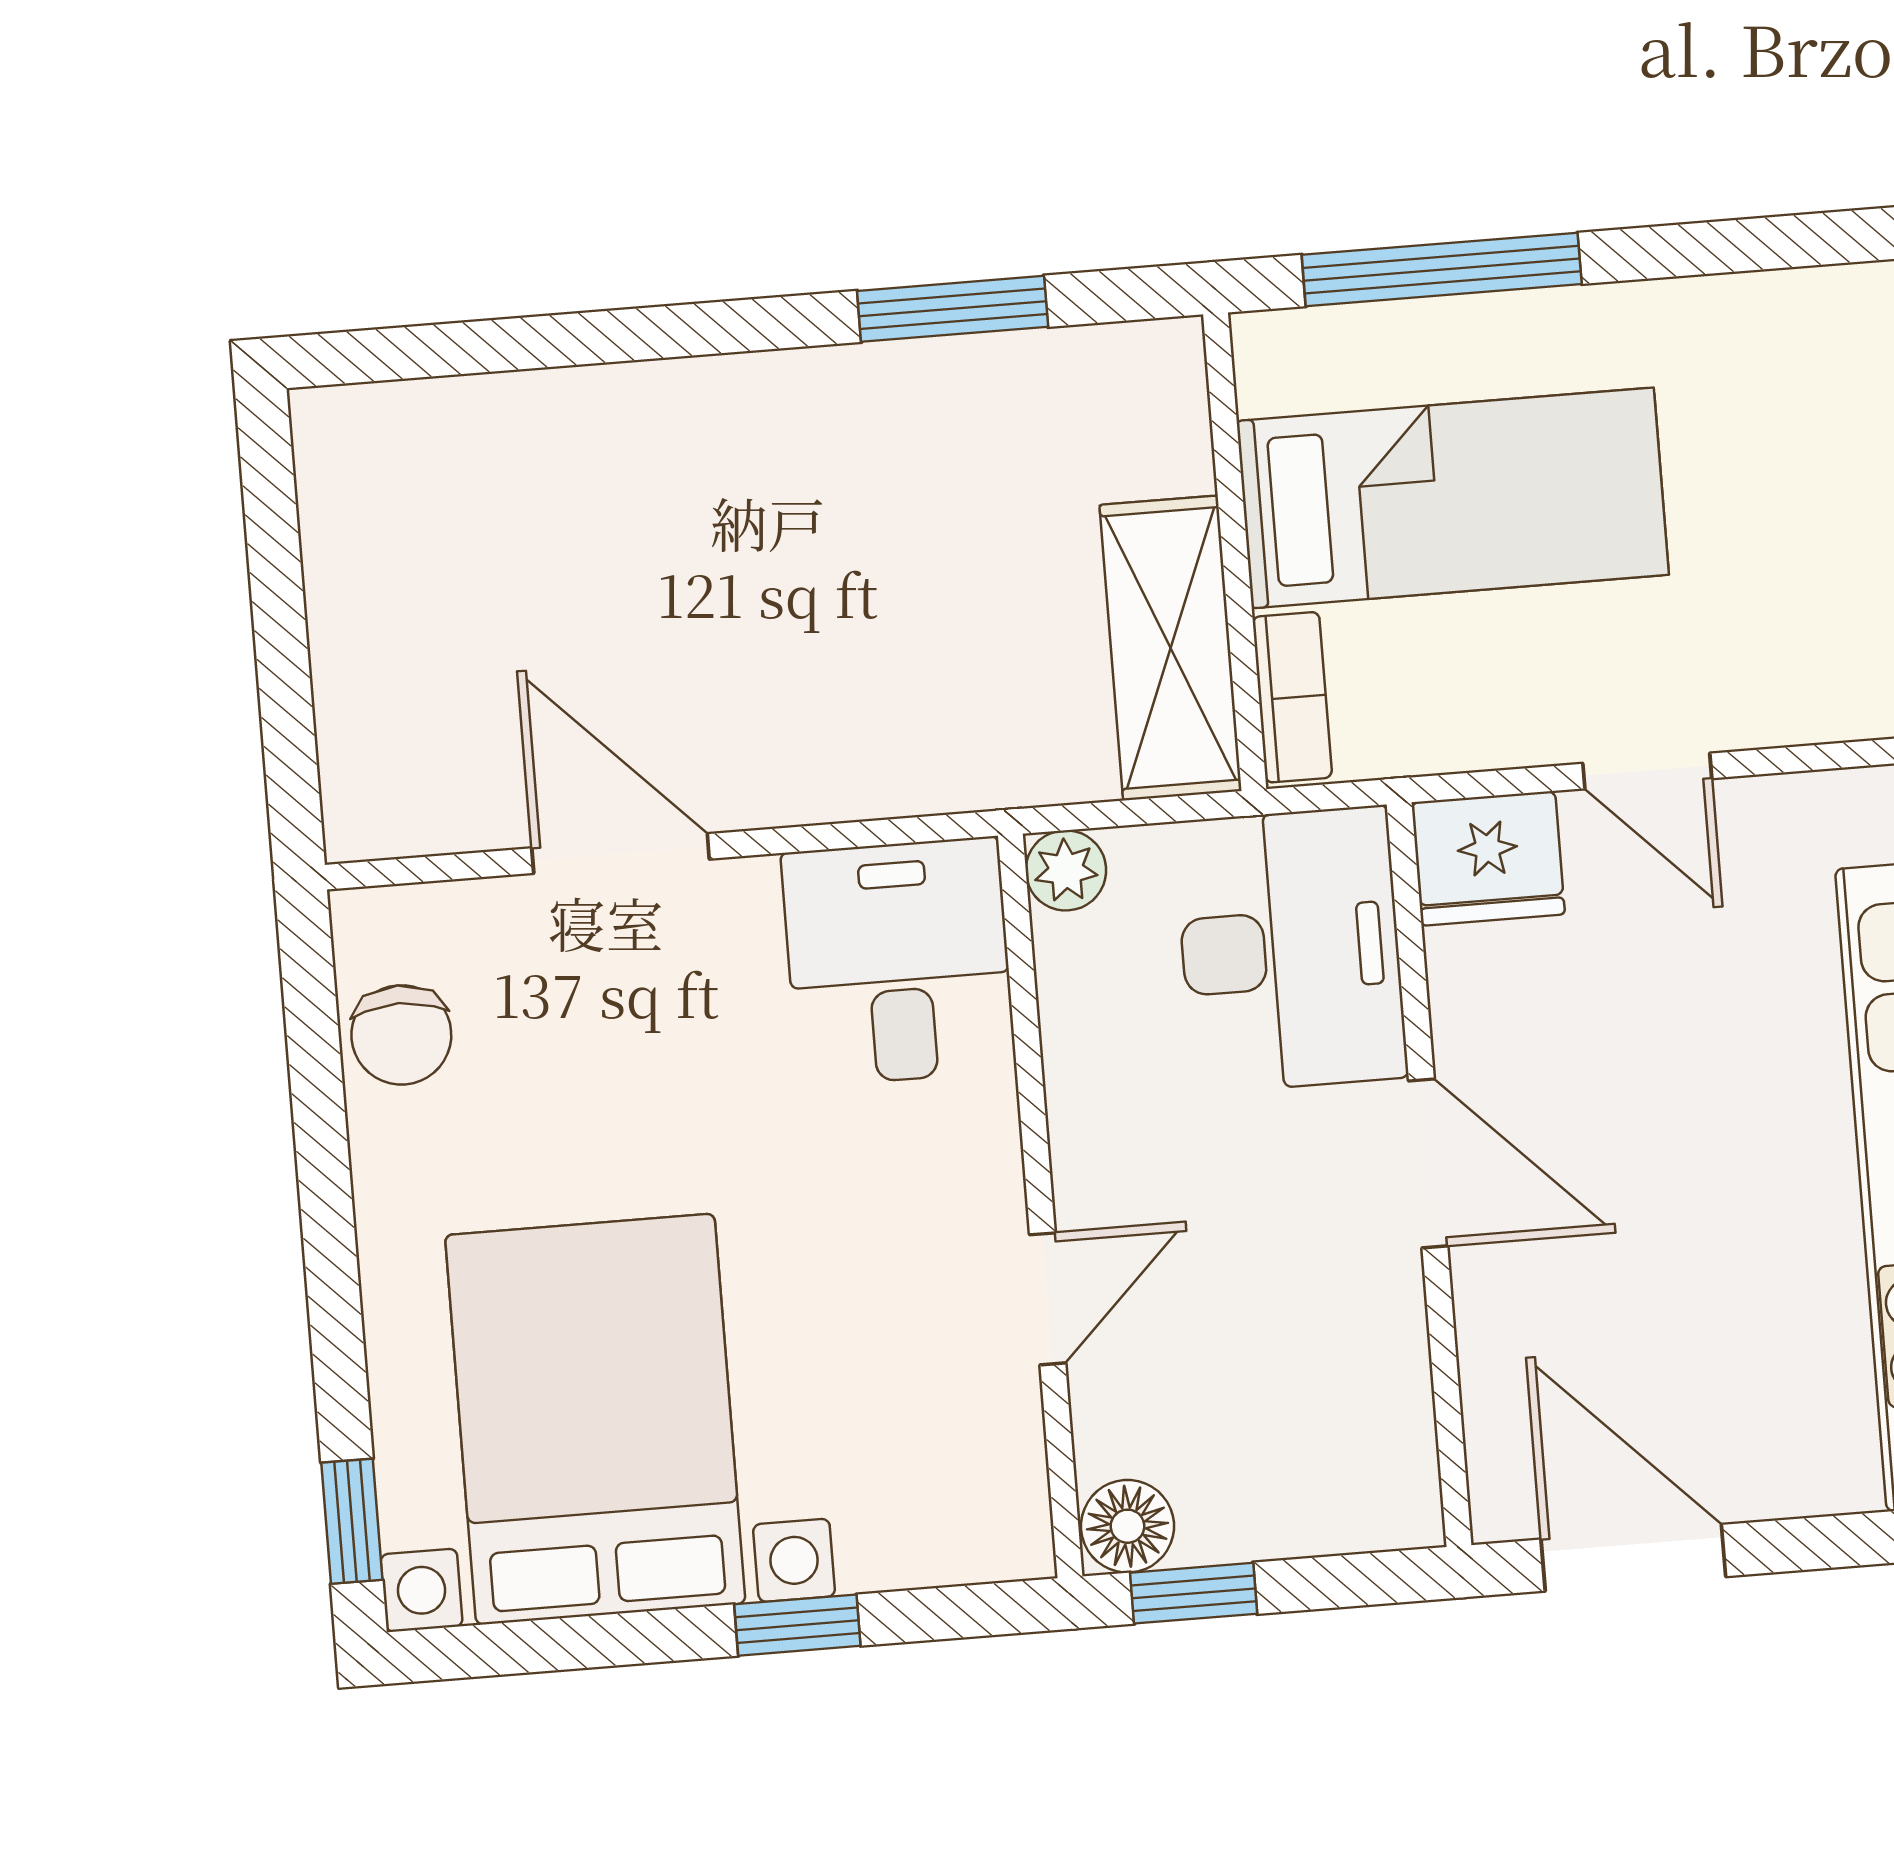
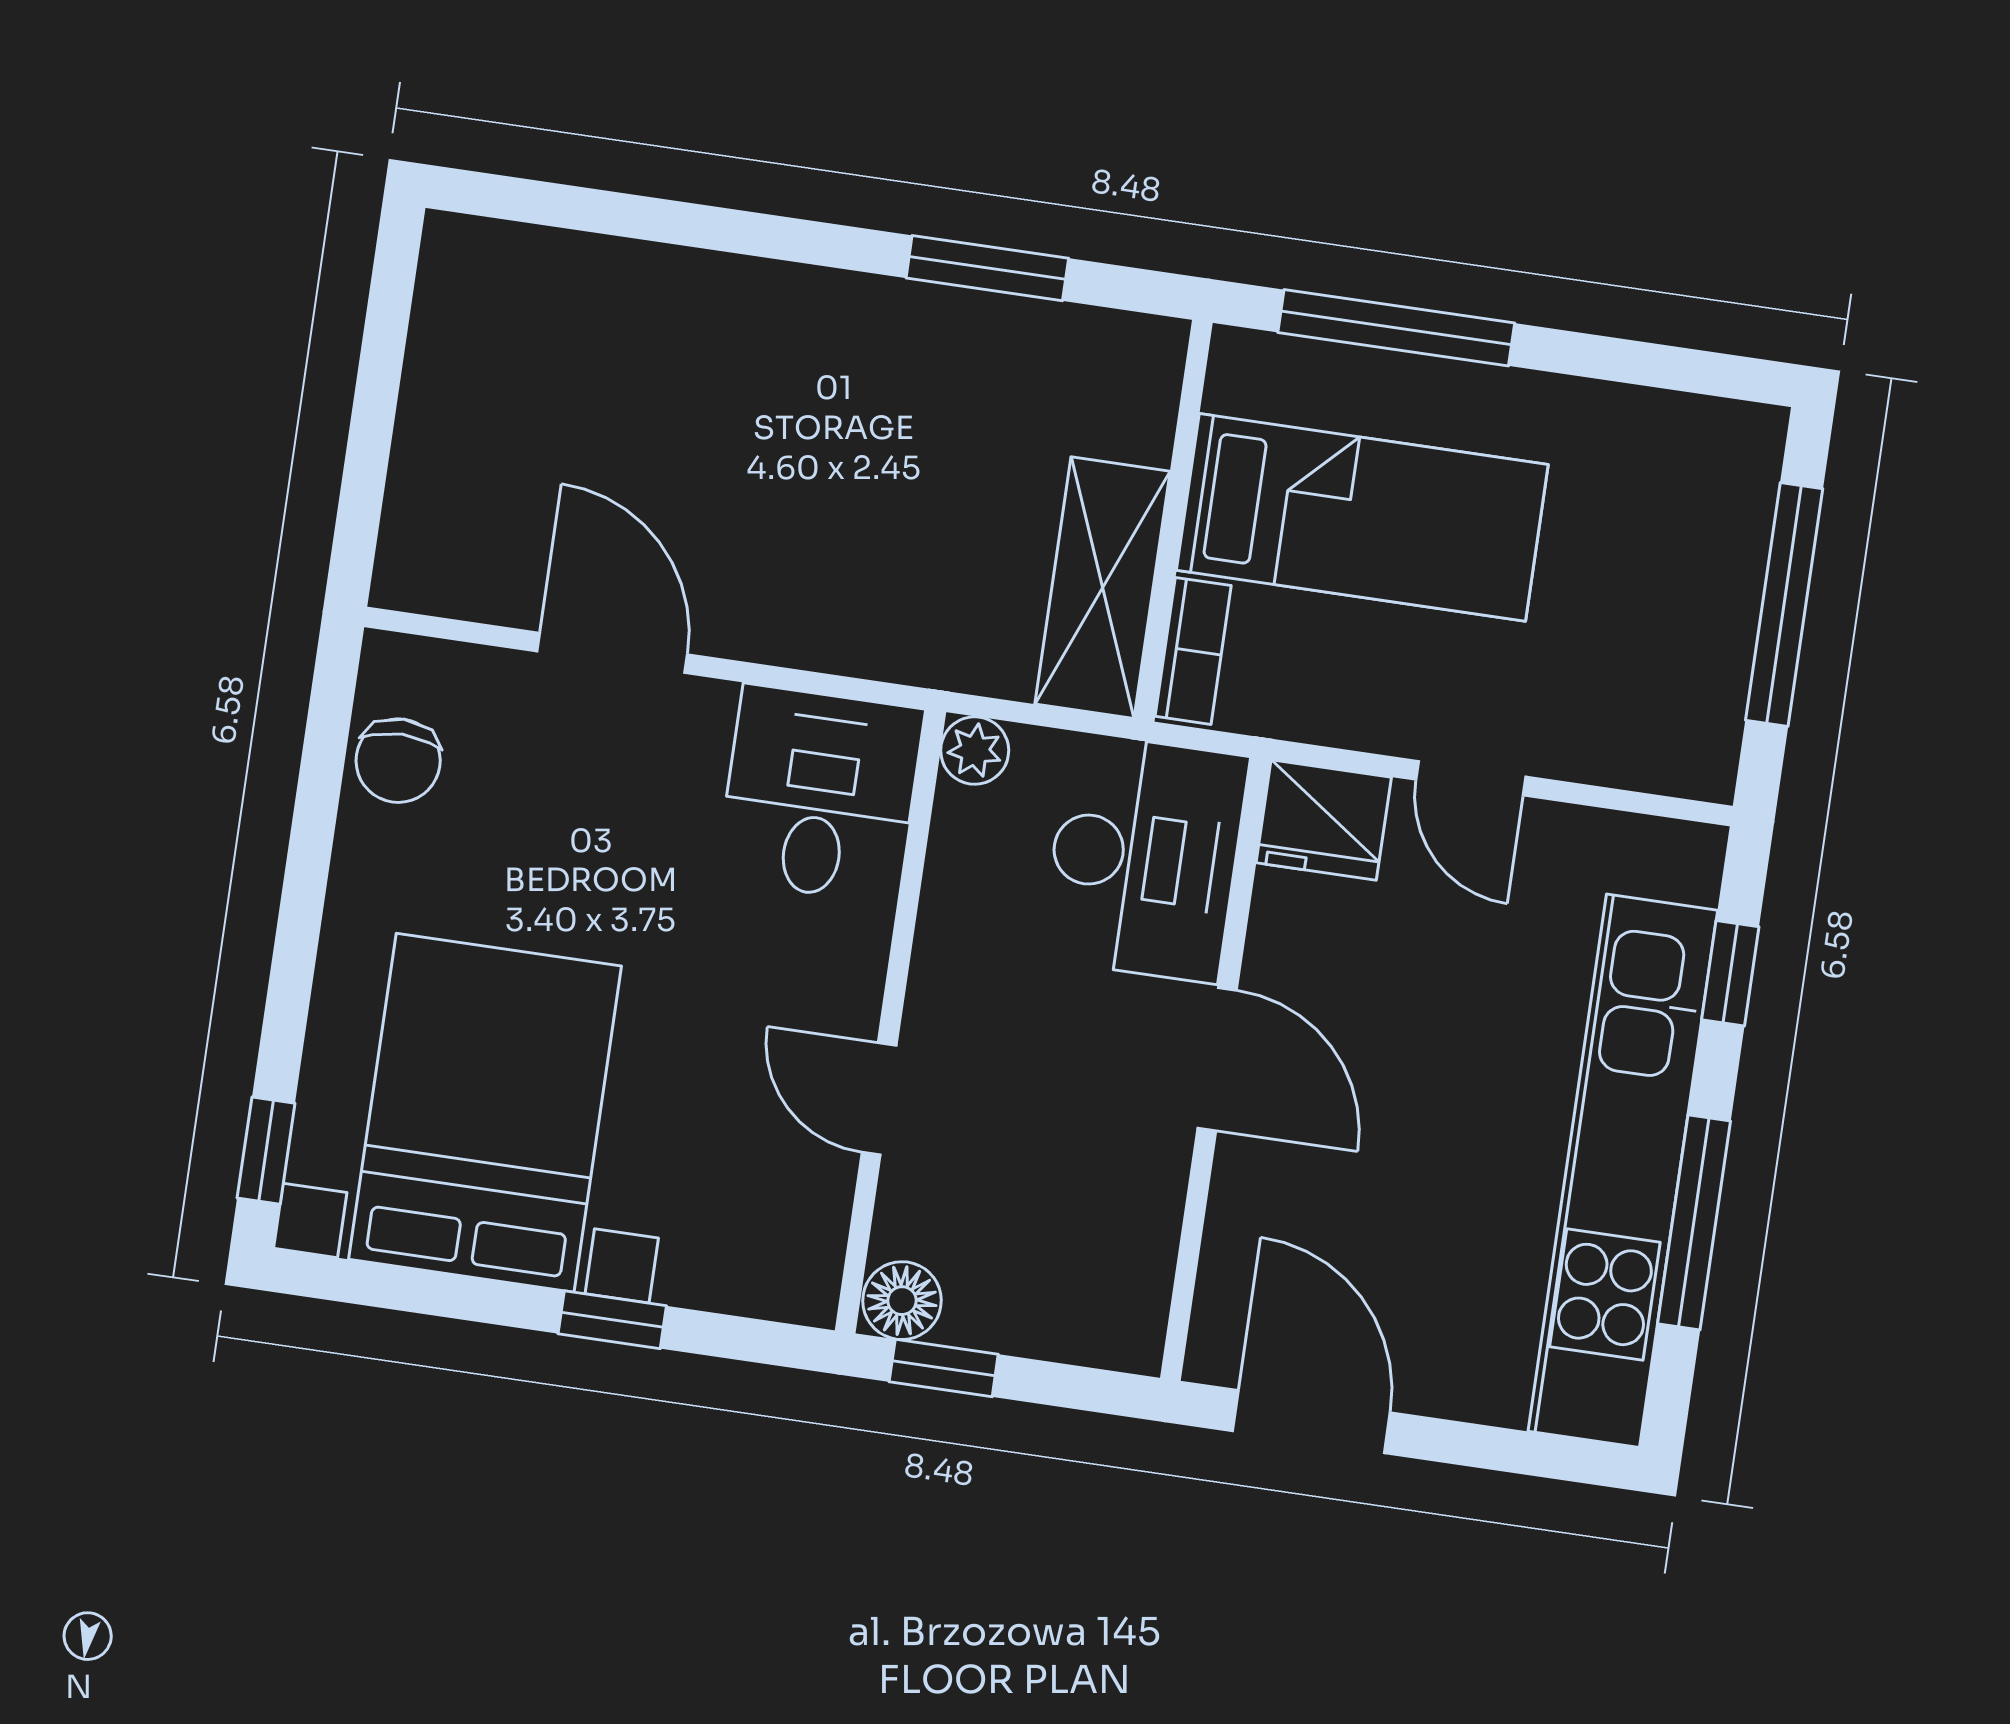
door: (1048, 1299) -> (879, 1099), swing flipped

